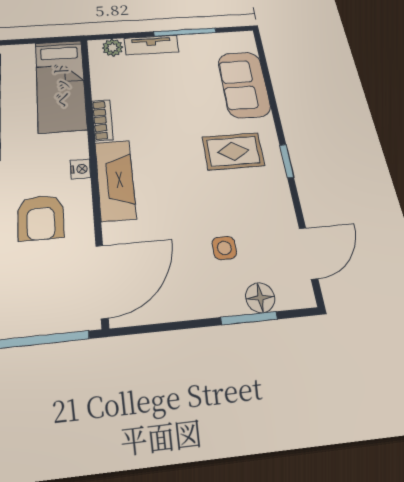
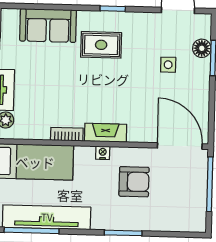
rug: (233, 151) -> (101, 45), turned 90
fireplace: (115, 180) -> (106, 133), width x0.73, depth x0.76

